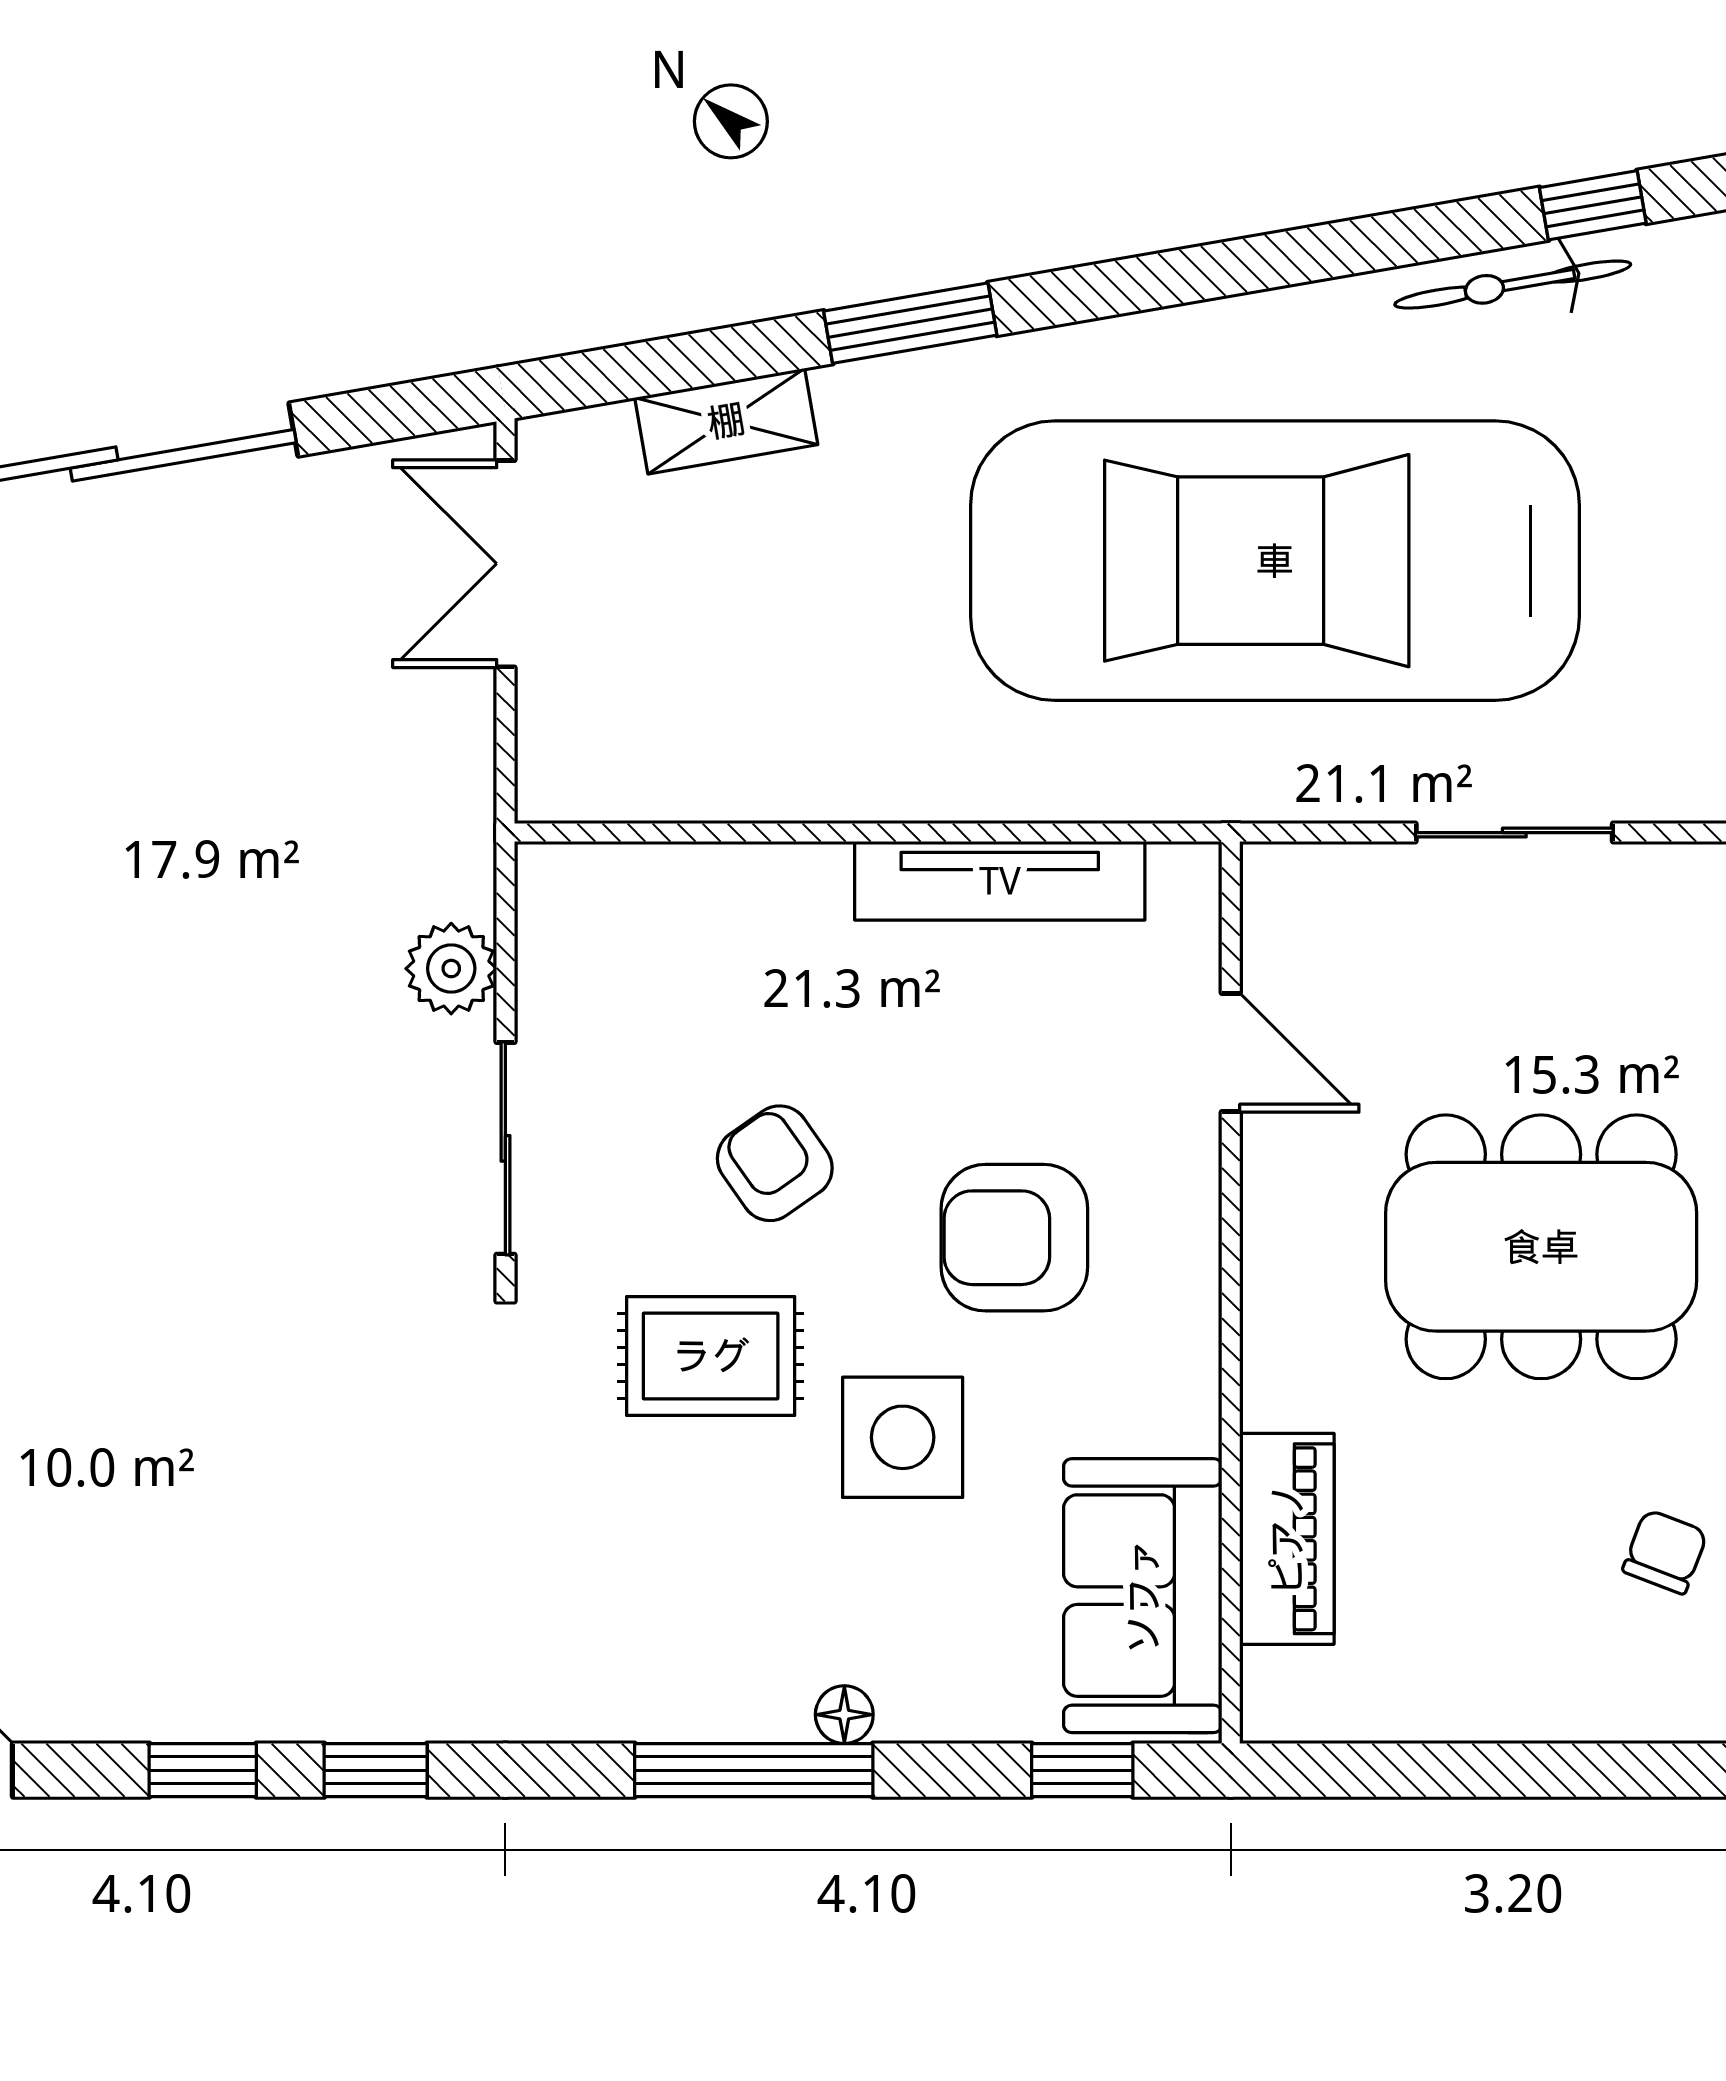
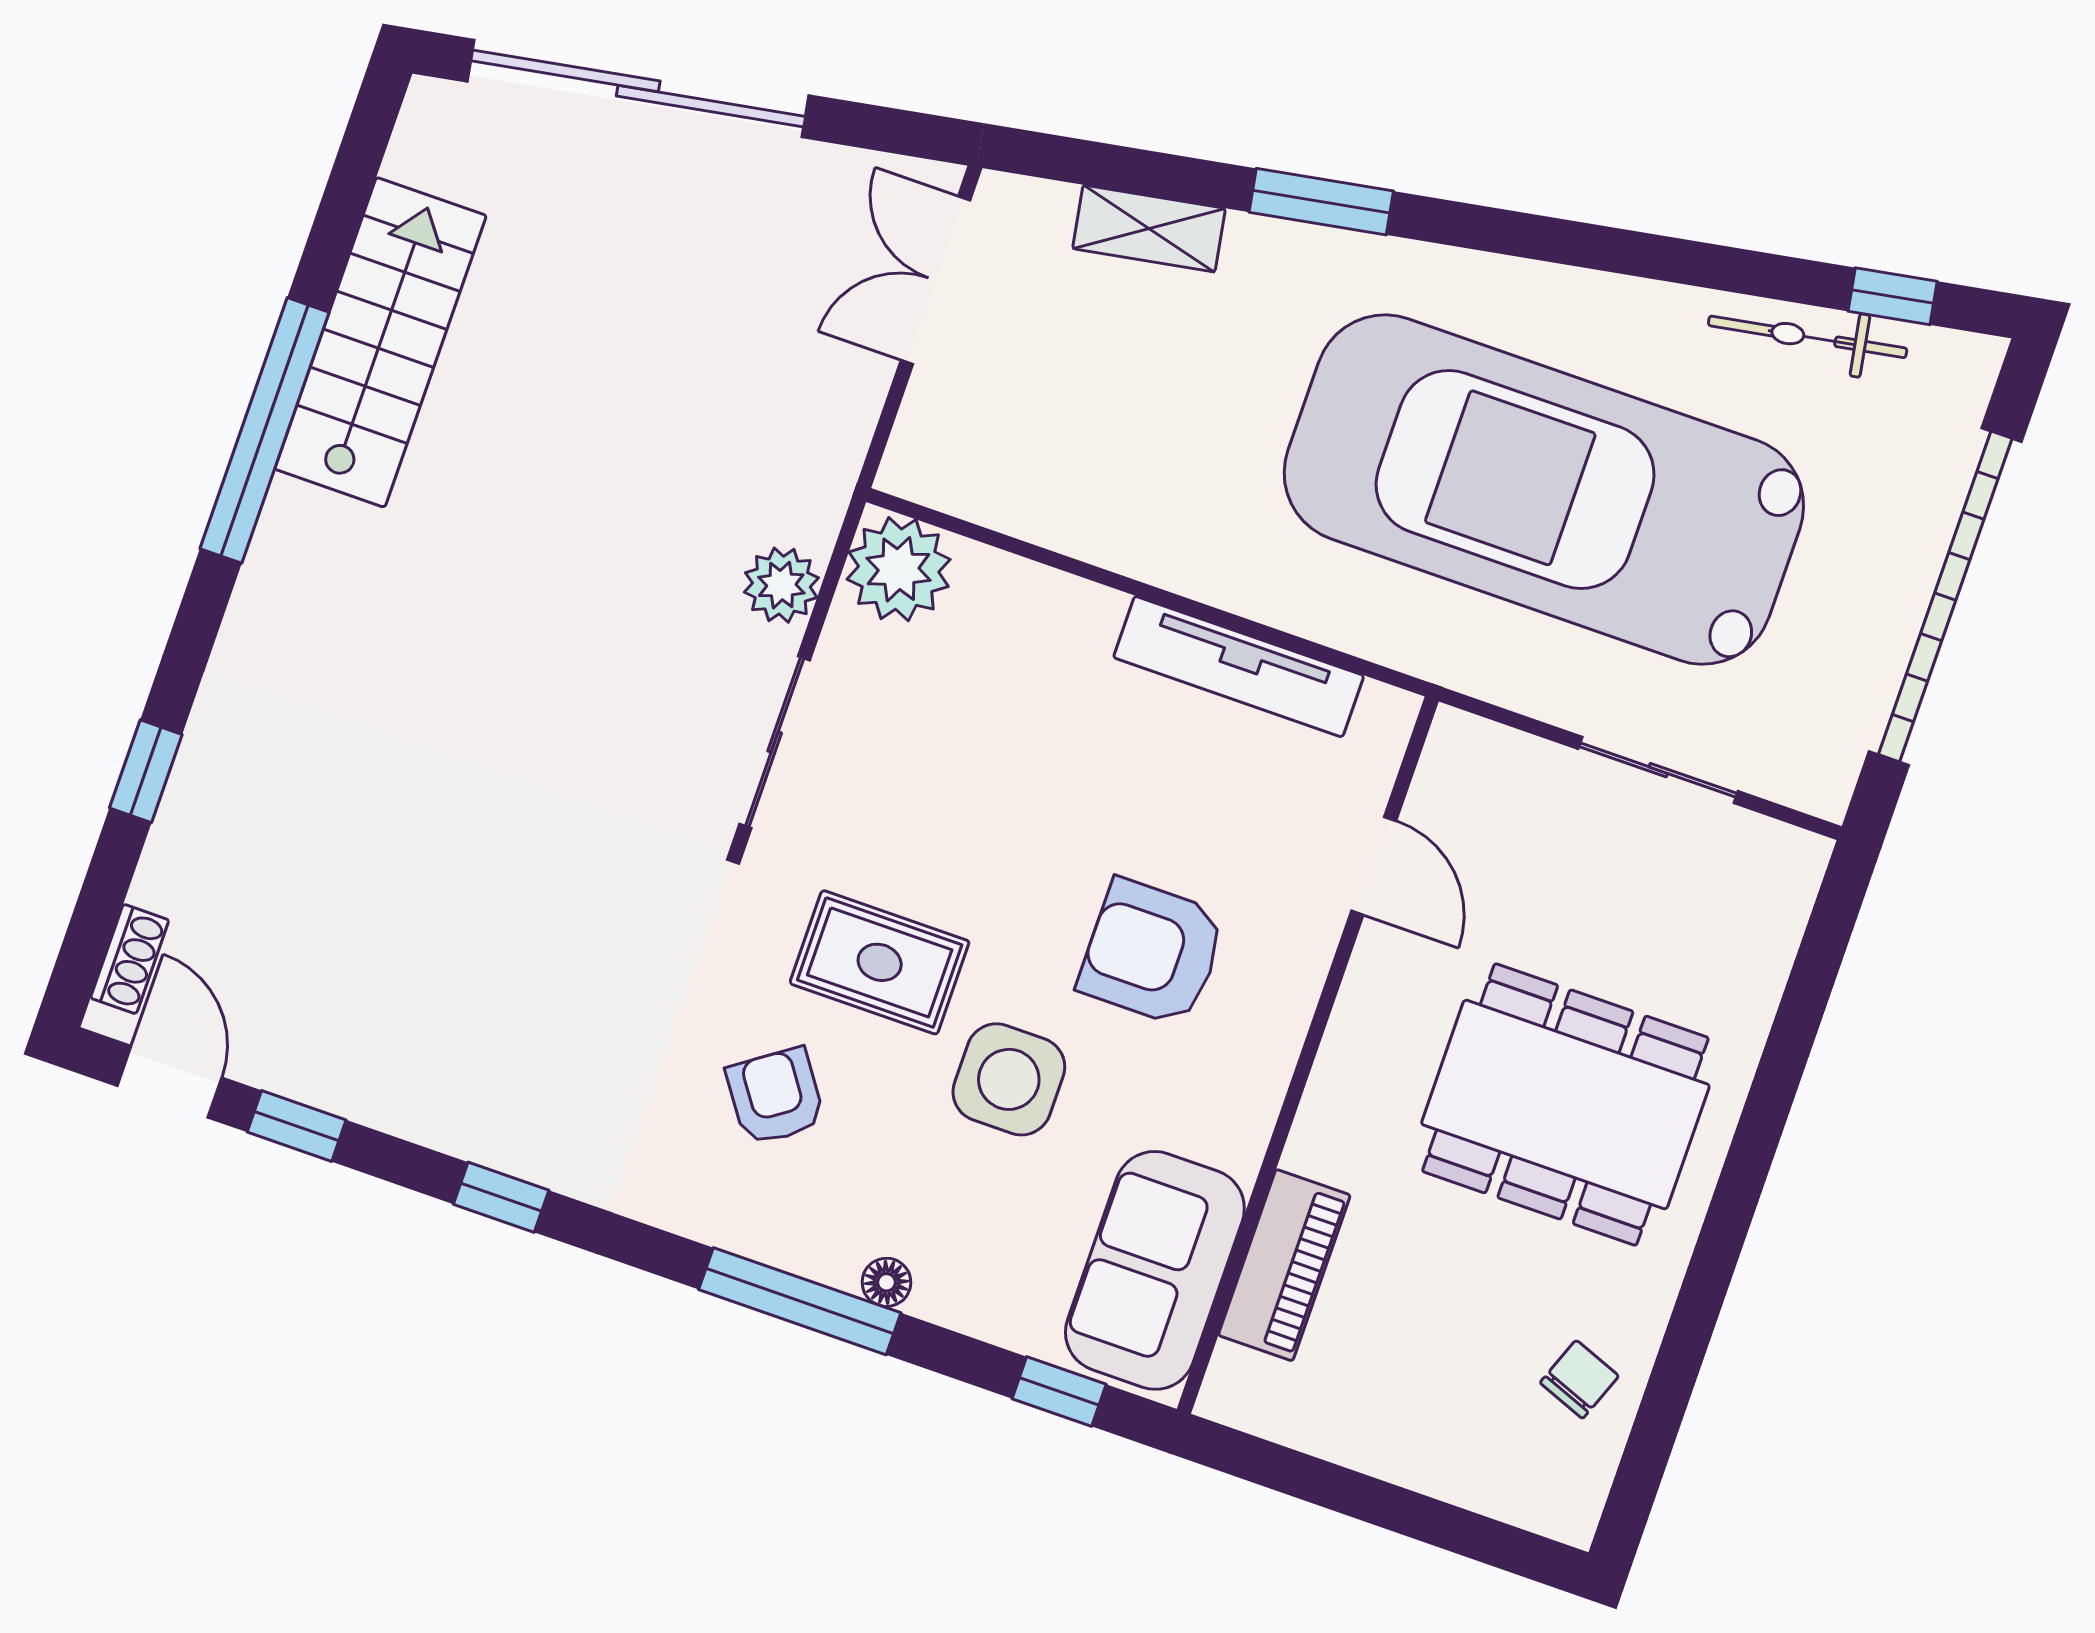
plant: (577, 904) -> (899, 569), added
armchair: (775, 1163) -> (775, 1096), moved
window: (203, 1770) -> (297, 1126), moved

